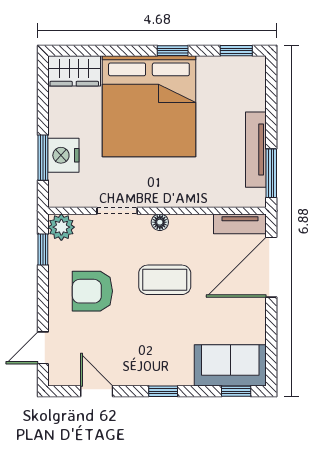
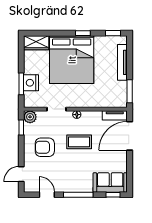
tv unit: (256, 150) -> (122, 62), moved
window: (163, 391) -> (78, 195), width x2.17

